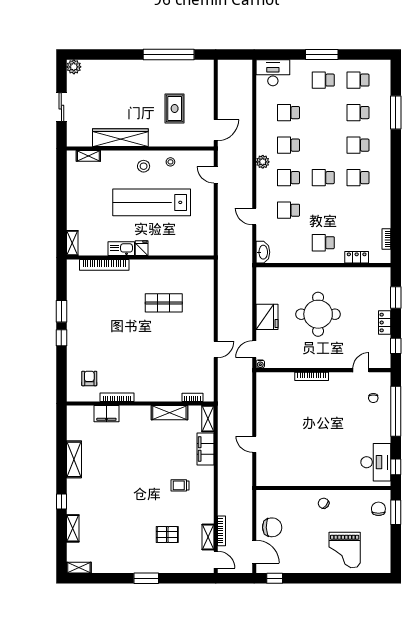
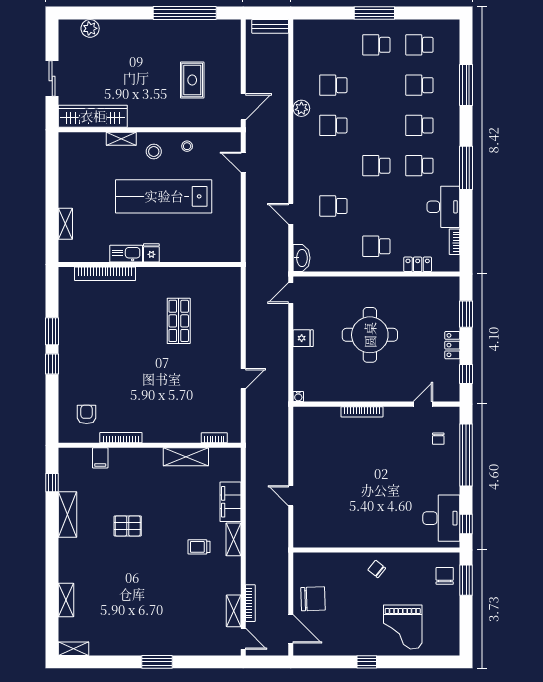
bench: (238, 65) -> (270, 26), added
plant: (74, 67) -> (90, 28), moved
desk: (273, 73) -> (443, 207), moved, turned 90
wardrobe: (120, 138) -> (93, 116), moved
shelving: (88, 156) -> (121, 139), moved
plant: (263, 162) -> (301, 108), moved
school desk: (289, 178) -> (333, 166), removed
window: (396, 179) -> (466, 168), added
shelving: (72, 243) -> (65, 224), moved
shop shelf: (164, 303) -> (179, 321), turned 90
fridge: (267, 317) -> (303, 338), width x0.53, depth x0.75
door: (254, 349) -> (291, 293), moved
filing cabinet: (106, 414) -> (100, 458), width x0.50
shelving: (208, 419) -> (233, 539), moved
window: (61, 501) -> (52, 483), moved
pallet: (167, 535) -> (128, 526), moved
window: (275, 578) -> (367, 662), moved

